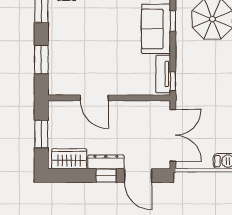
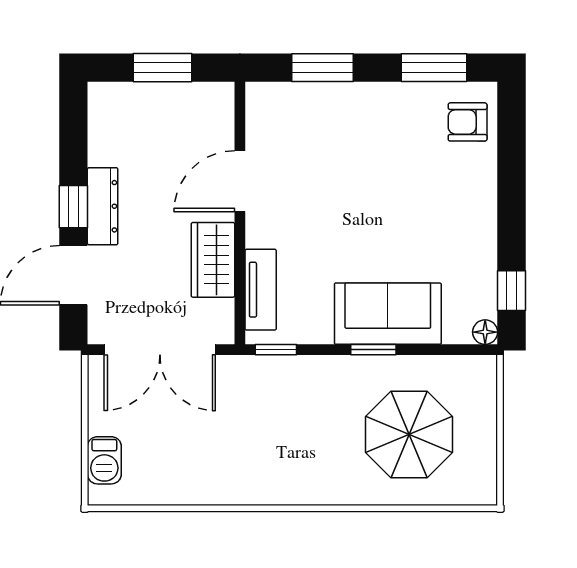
window: (173, 21) -> (373, 350), moved
tv unit: (163, 74) -> (261, 290), moved, turned 90
wardrobe: (69, 159) -> (213, 260), moved, turned 180

